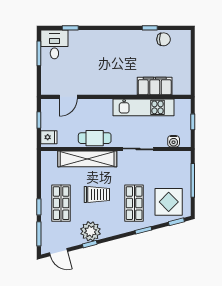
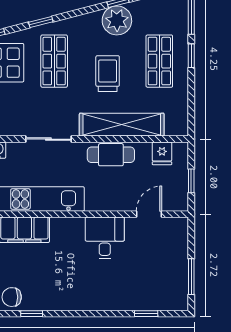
desk: (54, 44) -> (105, 238), moved, turned 180
fridge: (49, 137) -> (162, 153), moved, turned -90
trolley: (97, 194) -> (108, 74), turned 90

